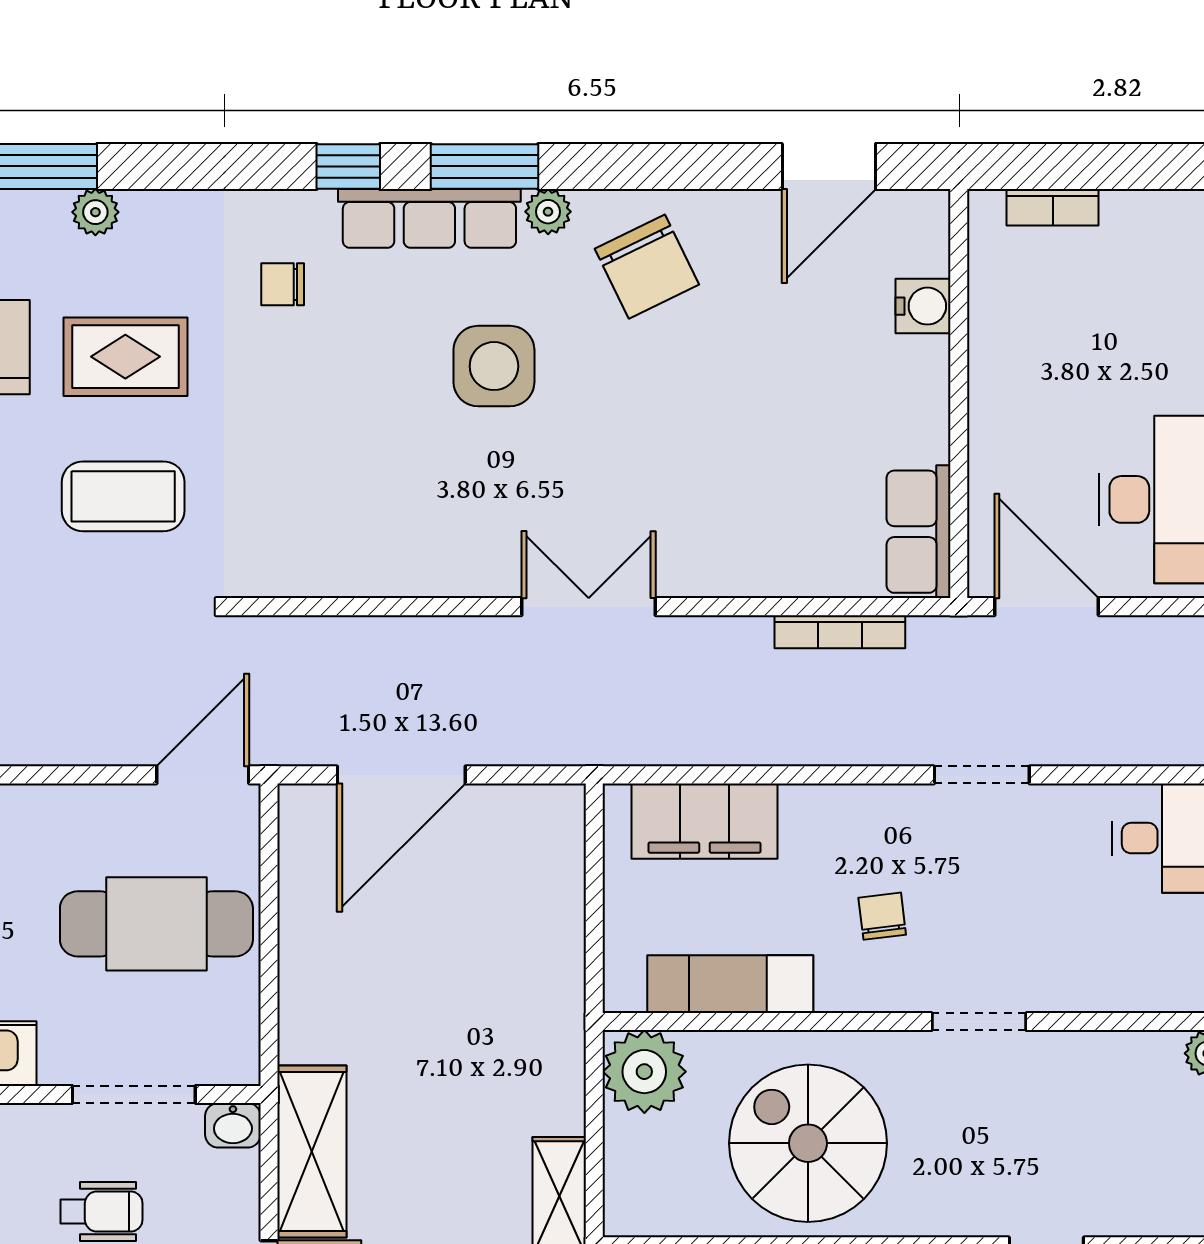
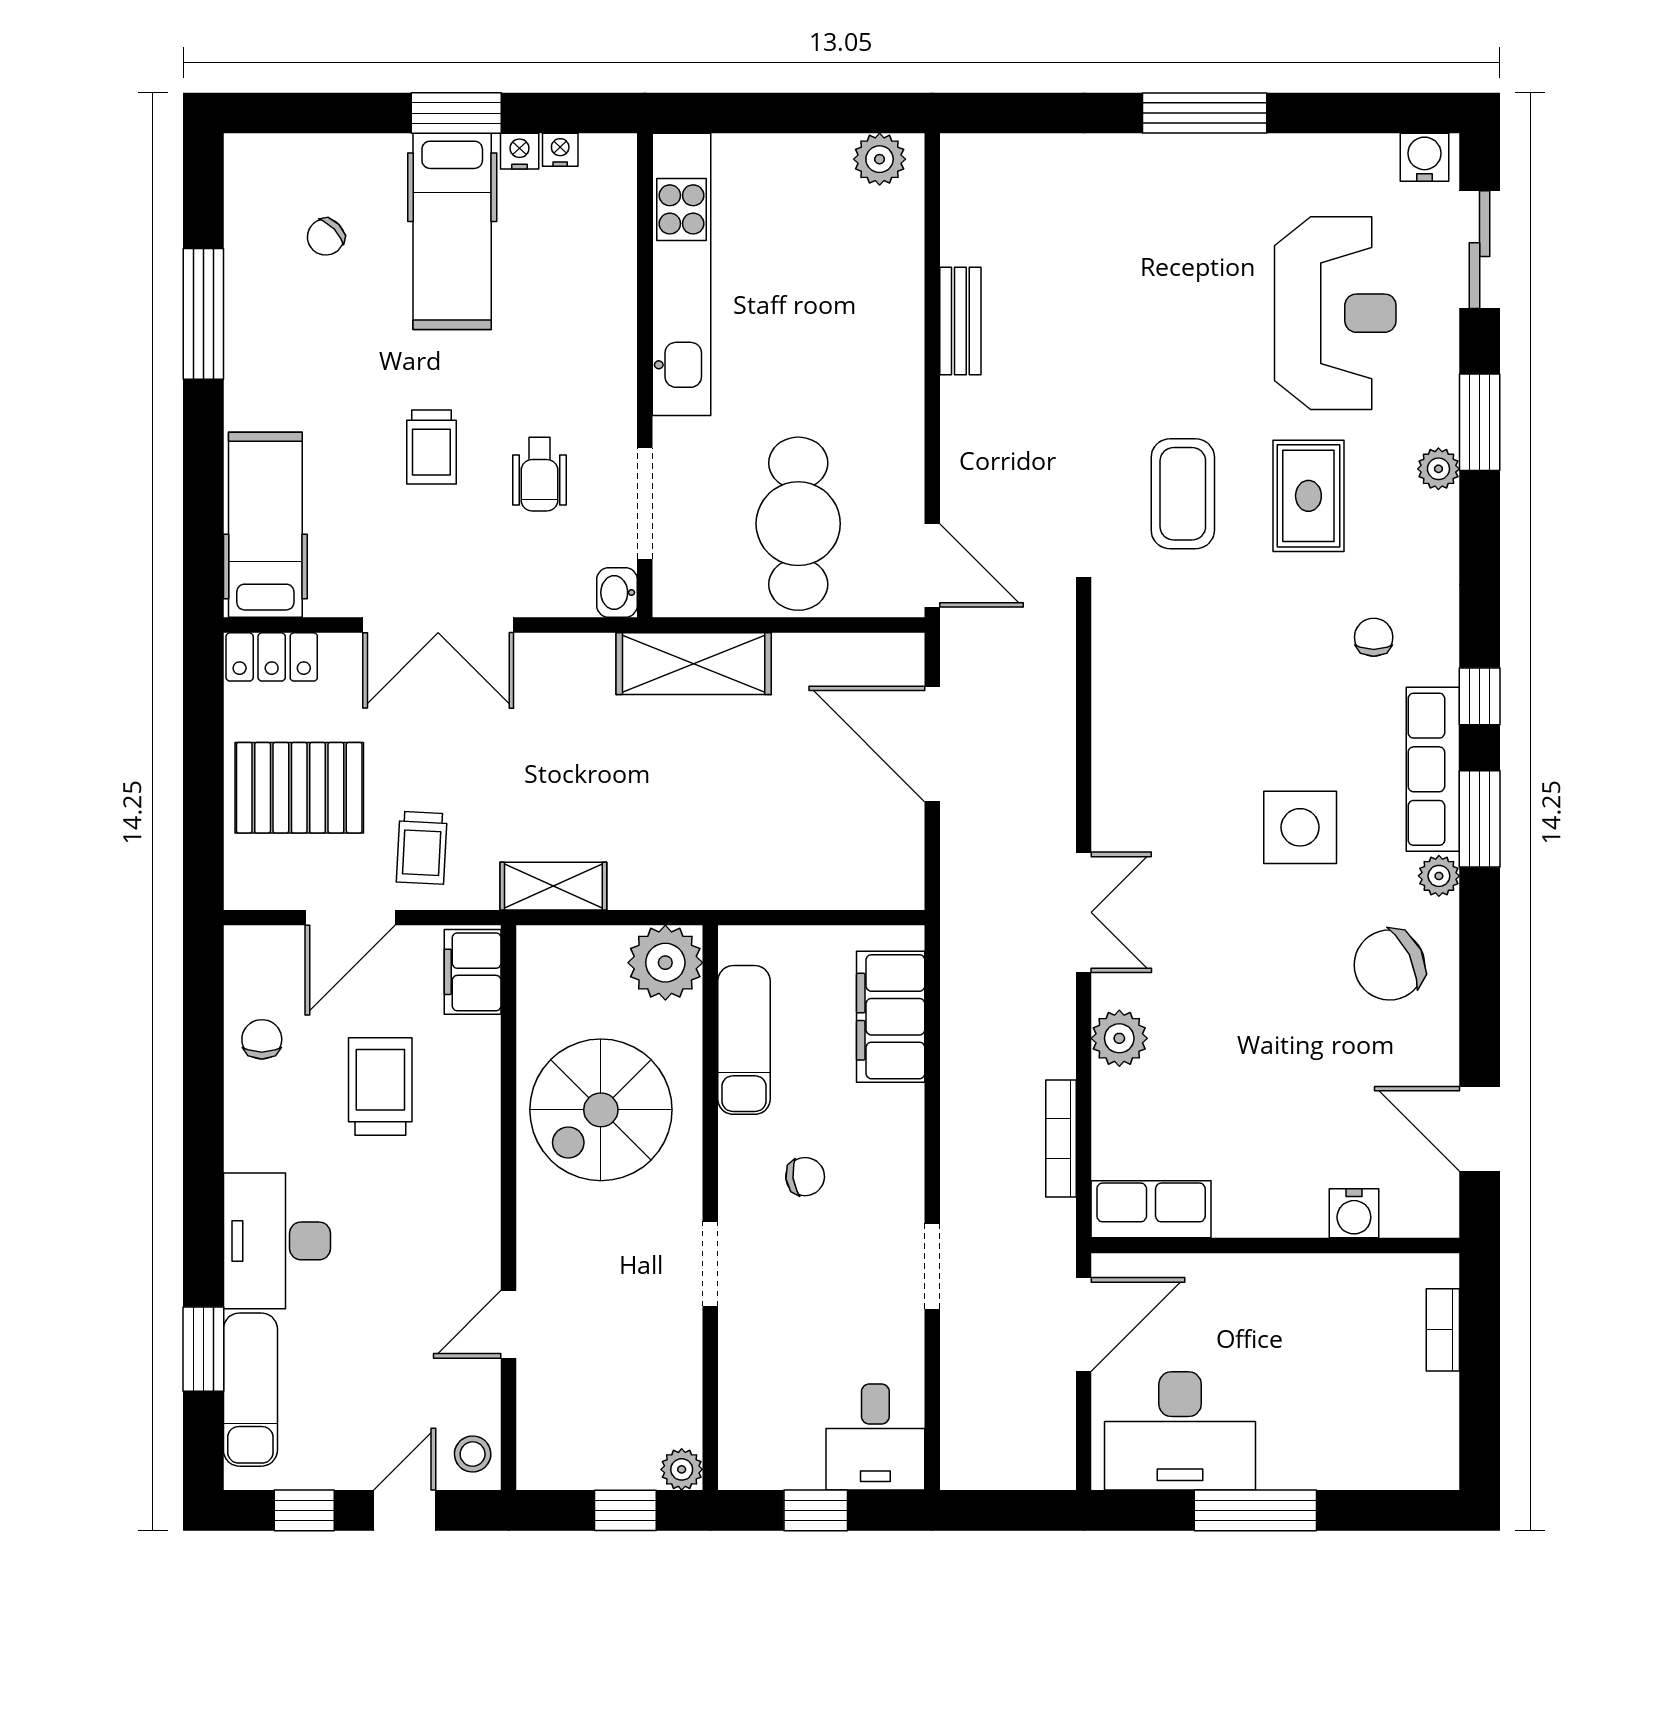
plant: (728, 567) -> (1119, 1038), added
spiral stairs: (808, 1143) -> (601, 1110), turned 180
shelving: (312, 1152) -> (694, 664), moved

